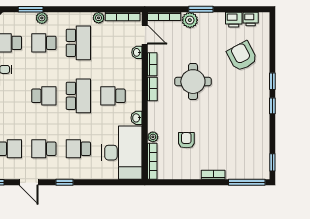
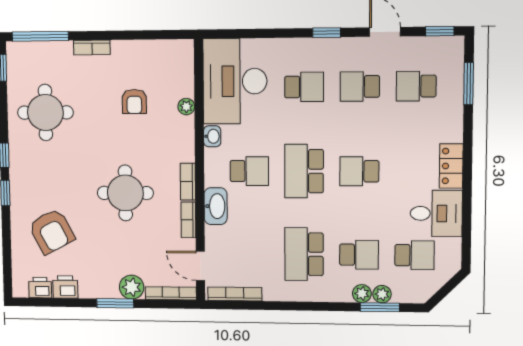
plant: (99, 18) -> (382, 294), moved
washbasin: (137, 52) -> (216, 206), moved, width x1.91, depth x1.45
round table: (244, 133) -> (45, 112), added
school desk: (44, 149) -> (360, 87), turned 180
bookcase: (152, 161) -> (187, 68), removed

